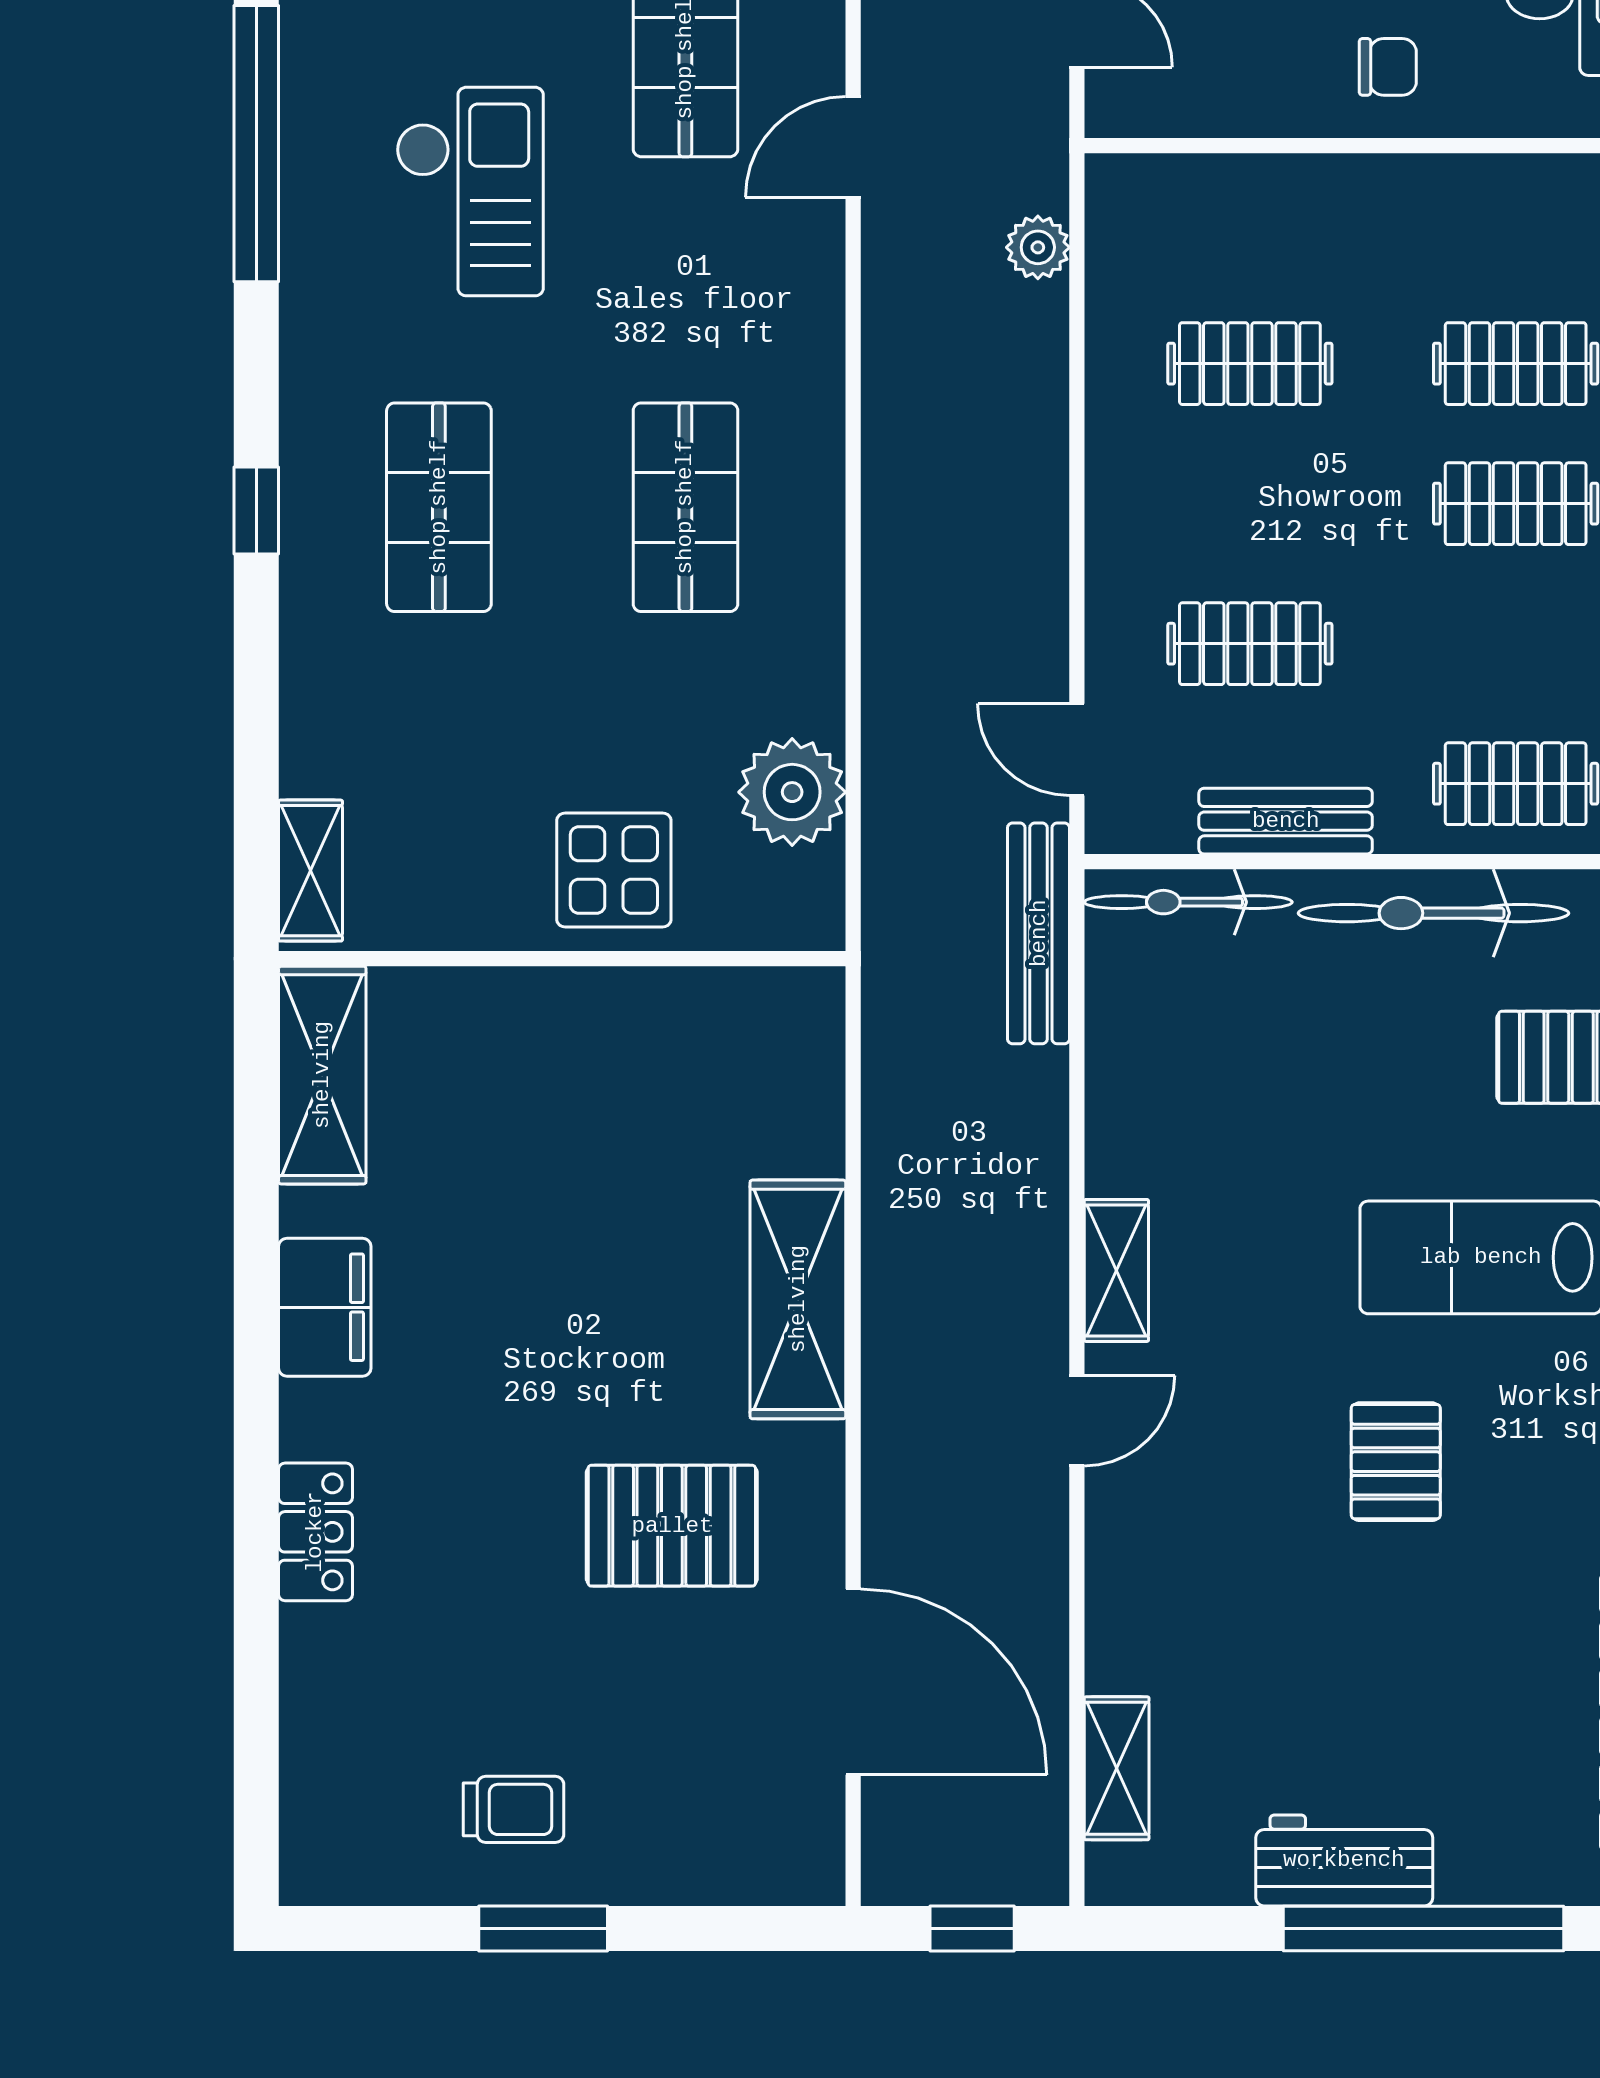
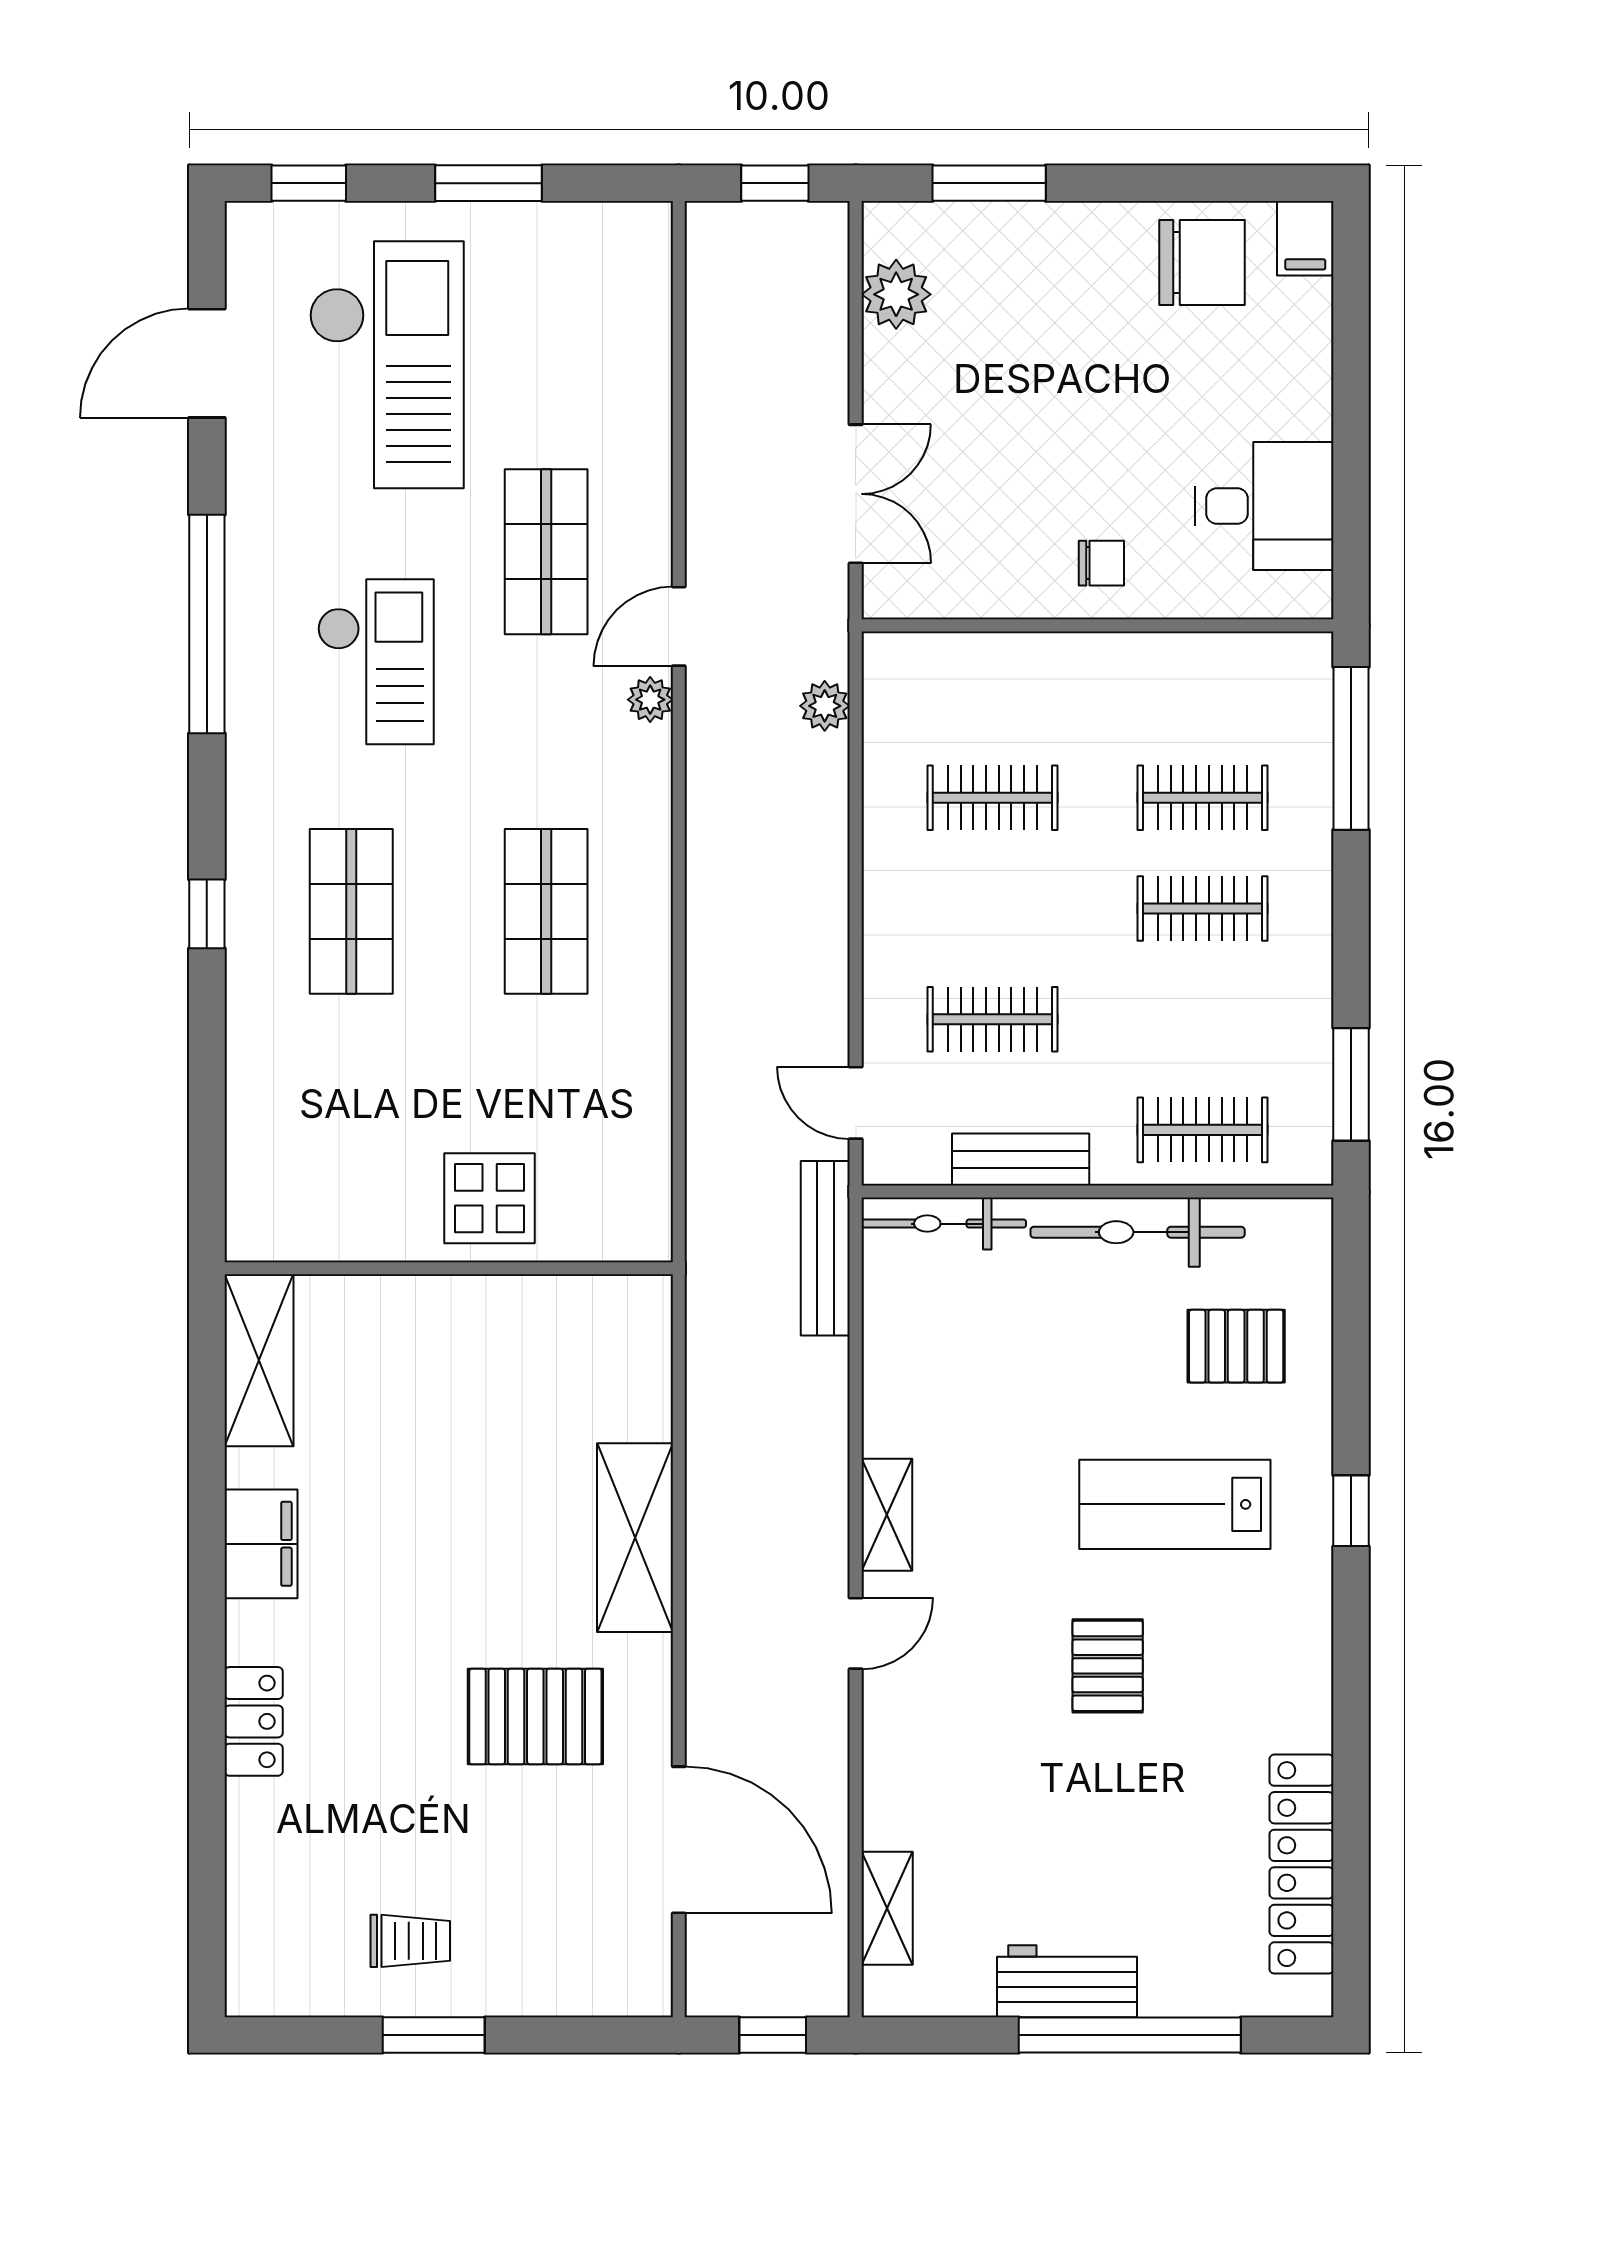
plant: (792, 792) -> (650, 700), moved, width x0.53, depth x0.53
shelving: (311, 871) -> (250, 1199), removed

